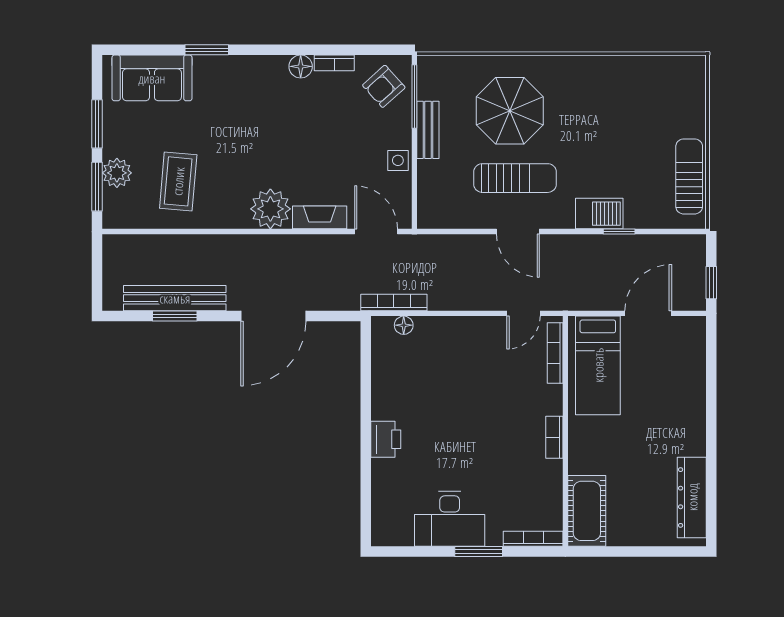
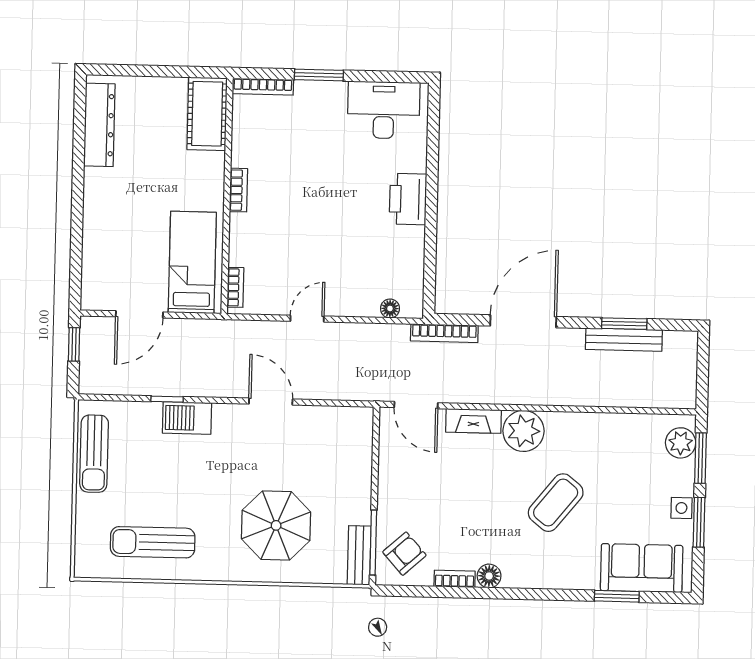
window: (207, 50) -> (617, 596), moved
bench: (428, 130) -> (359, 555), moved
side table: (398, 160) -> (681, 508), moved
plant: (117, 173) -> (681, 443), moved
sun lounger: (515, 178) -> (153, 542), moved
coffee table: (178, 181) -> (556, 503), moved, turned 34
bench: (175, 298) -> (624, 340), width x0.73, depth x0.82
bookcase: (394, 302) -> (444, 333), moved
door: (523, 313) -> (307, 319), moved
bookcase: (555, 353) -> (235, 287), width x0.64
printer: (386, 439) -> (408, 199), width x1.37, depth x1.19
desk: (450, 519) -> (384, 110), moved

